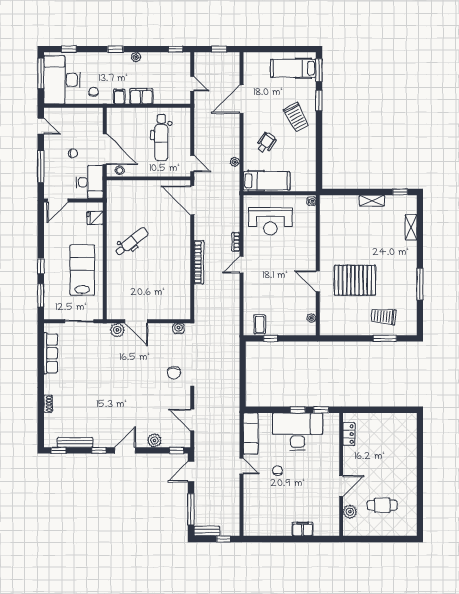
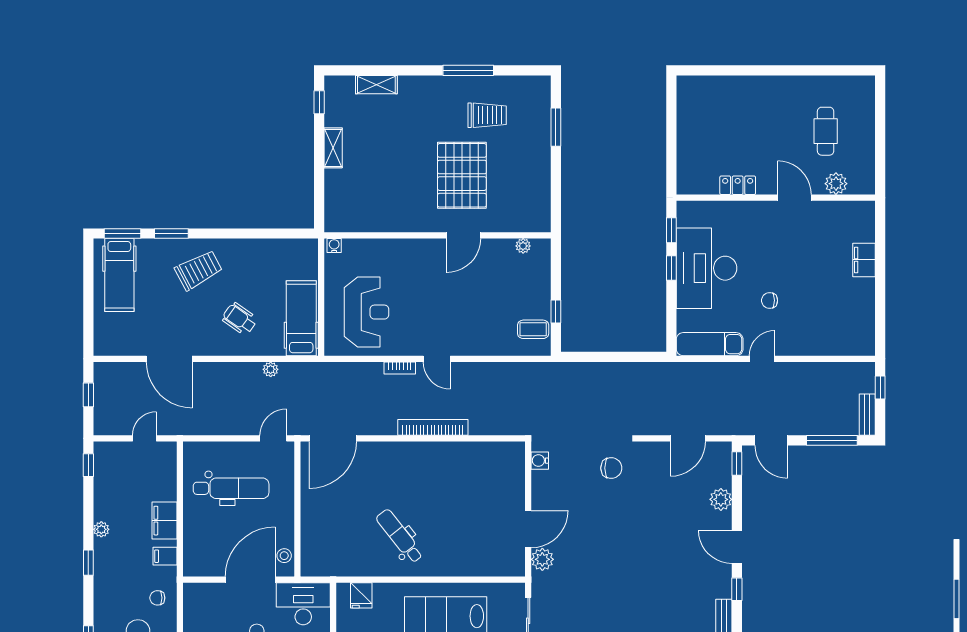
trolley: (384, 316) -> (487, 115), moved, turned -95
locker: (349, 434) -> (738, 185), moved

